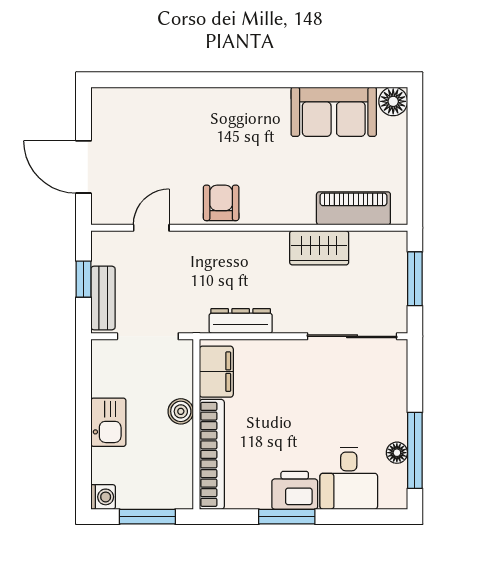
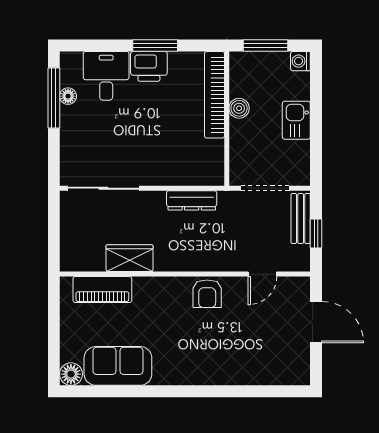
window: (415, 279) -> (54, 234), removed
filing cabinet: (216, 372) -> (211, 160), removed
boiler: (181, 411) -> (239, 108), moved

